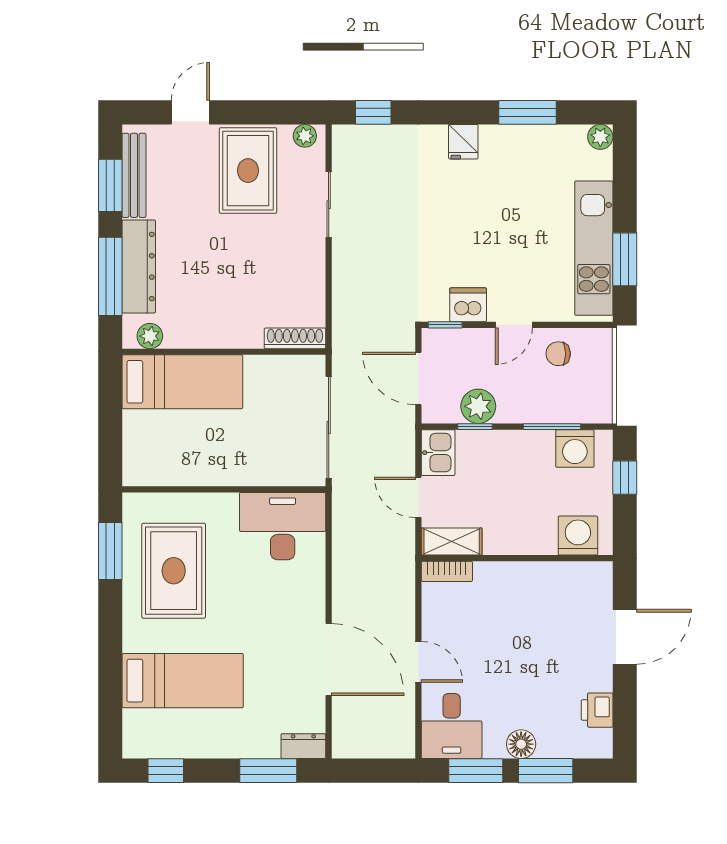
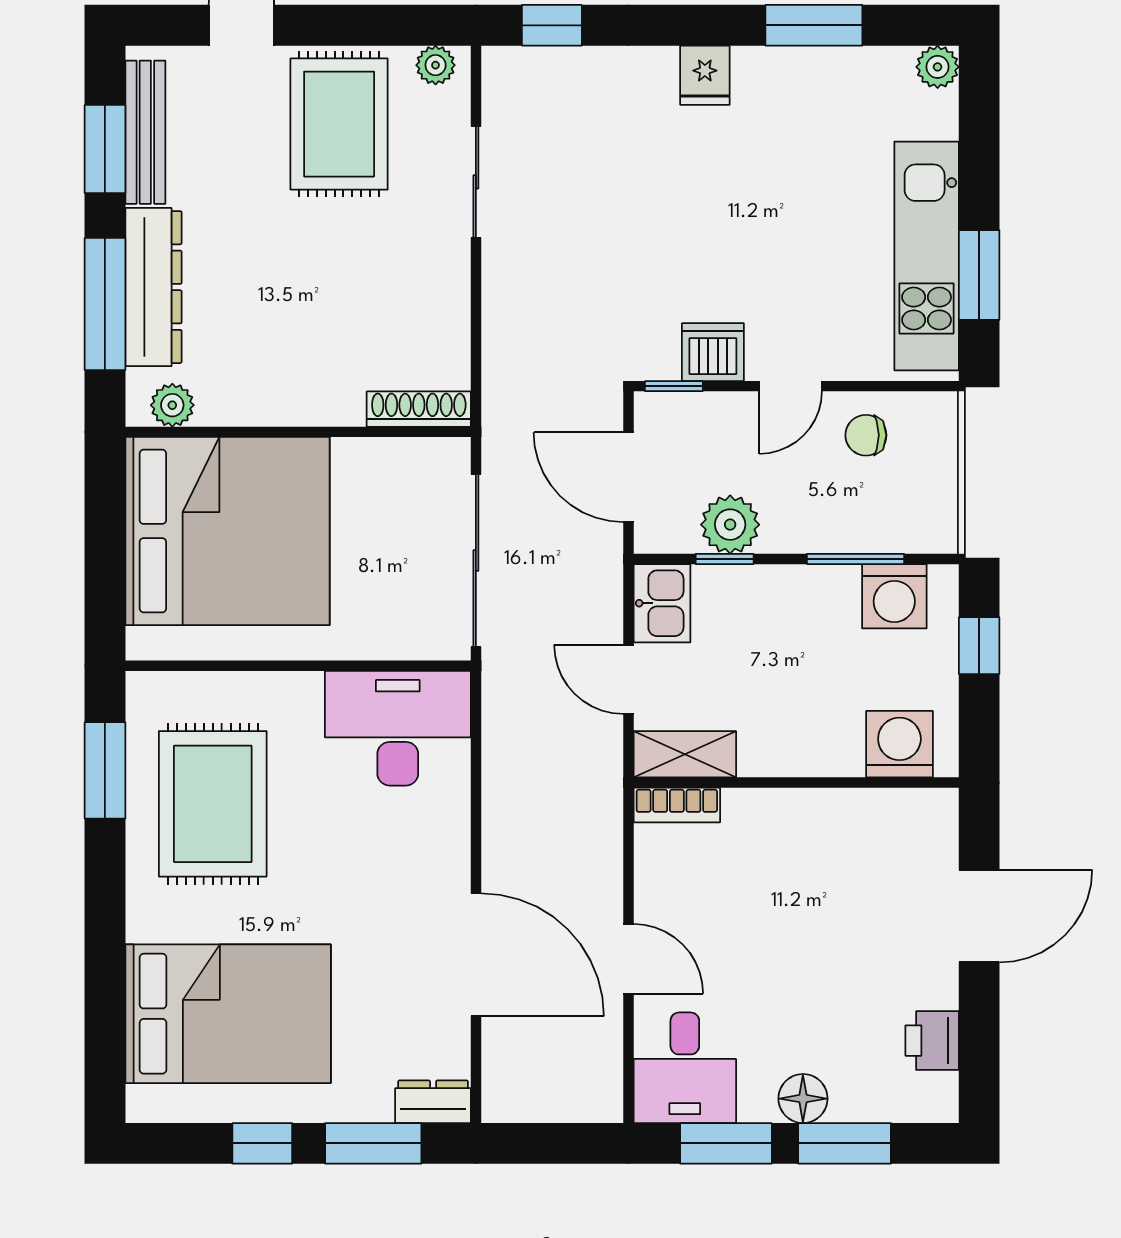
bed: (182, 382) -> (228, 531), width x2.04
bed: (183, 681) -> (228, 1014), width x1.50
window: (166, 771) -> (262, 1143), moved

